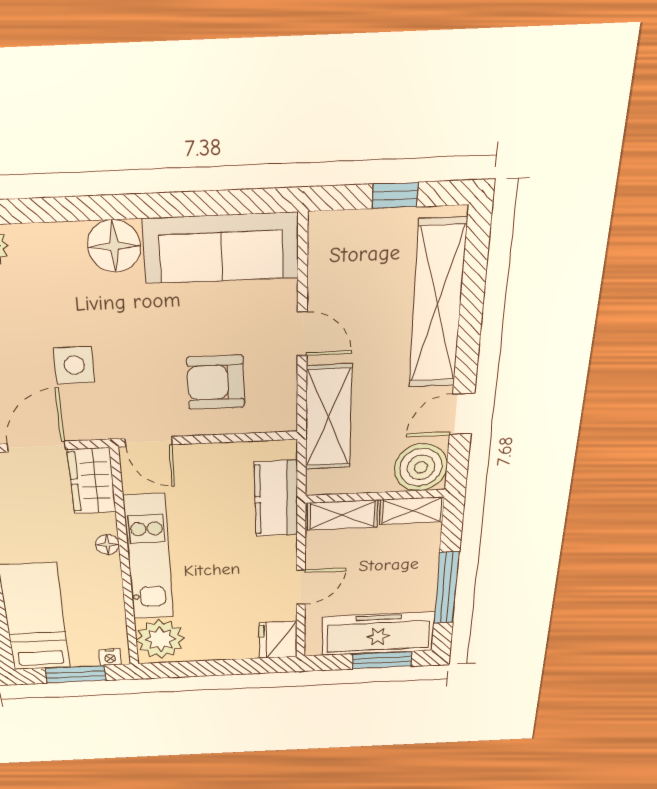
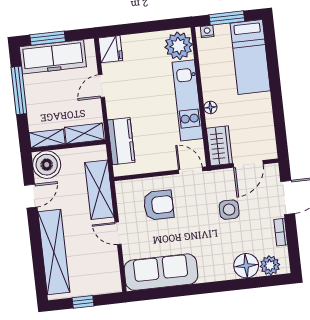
floor lamp: (114, 246) -> (246, 266), moved

